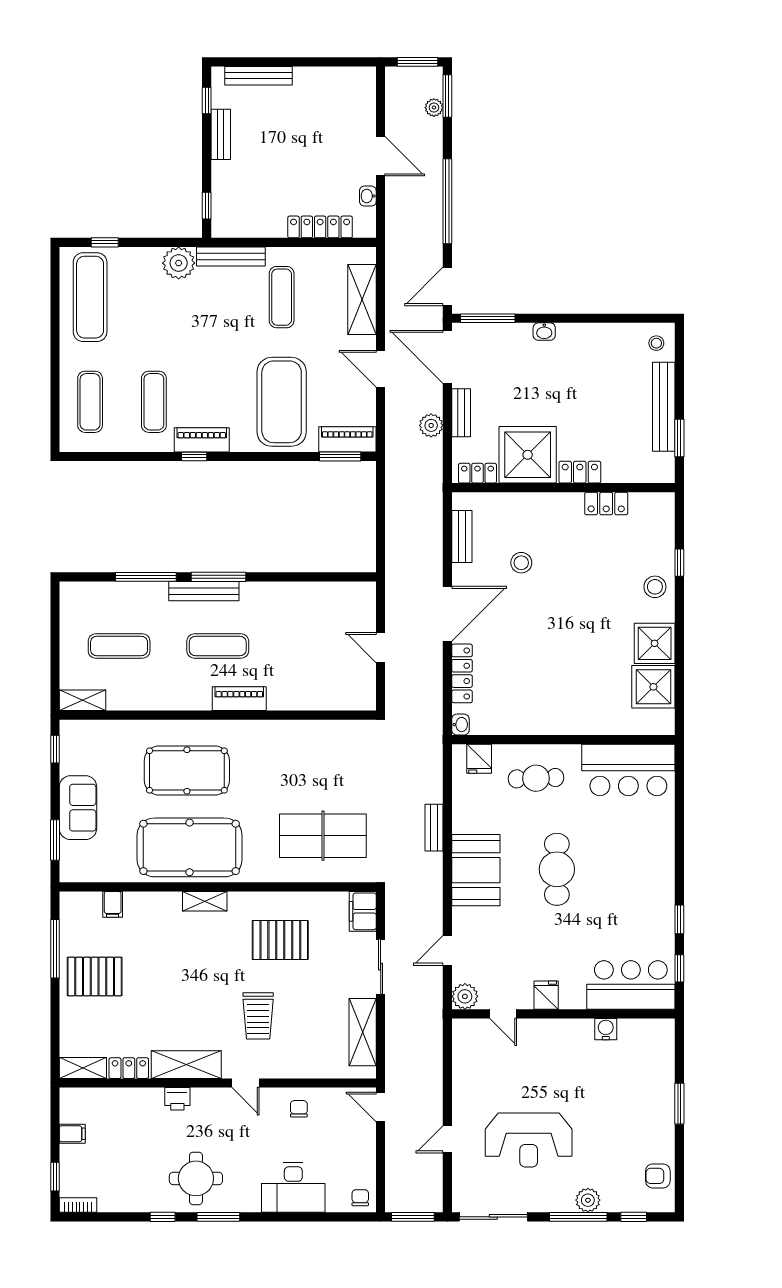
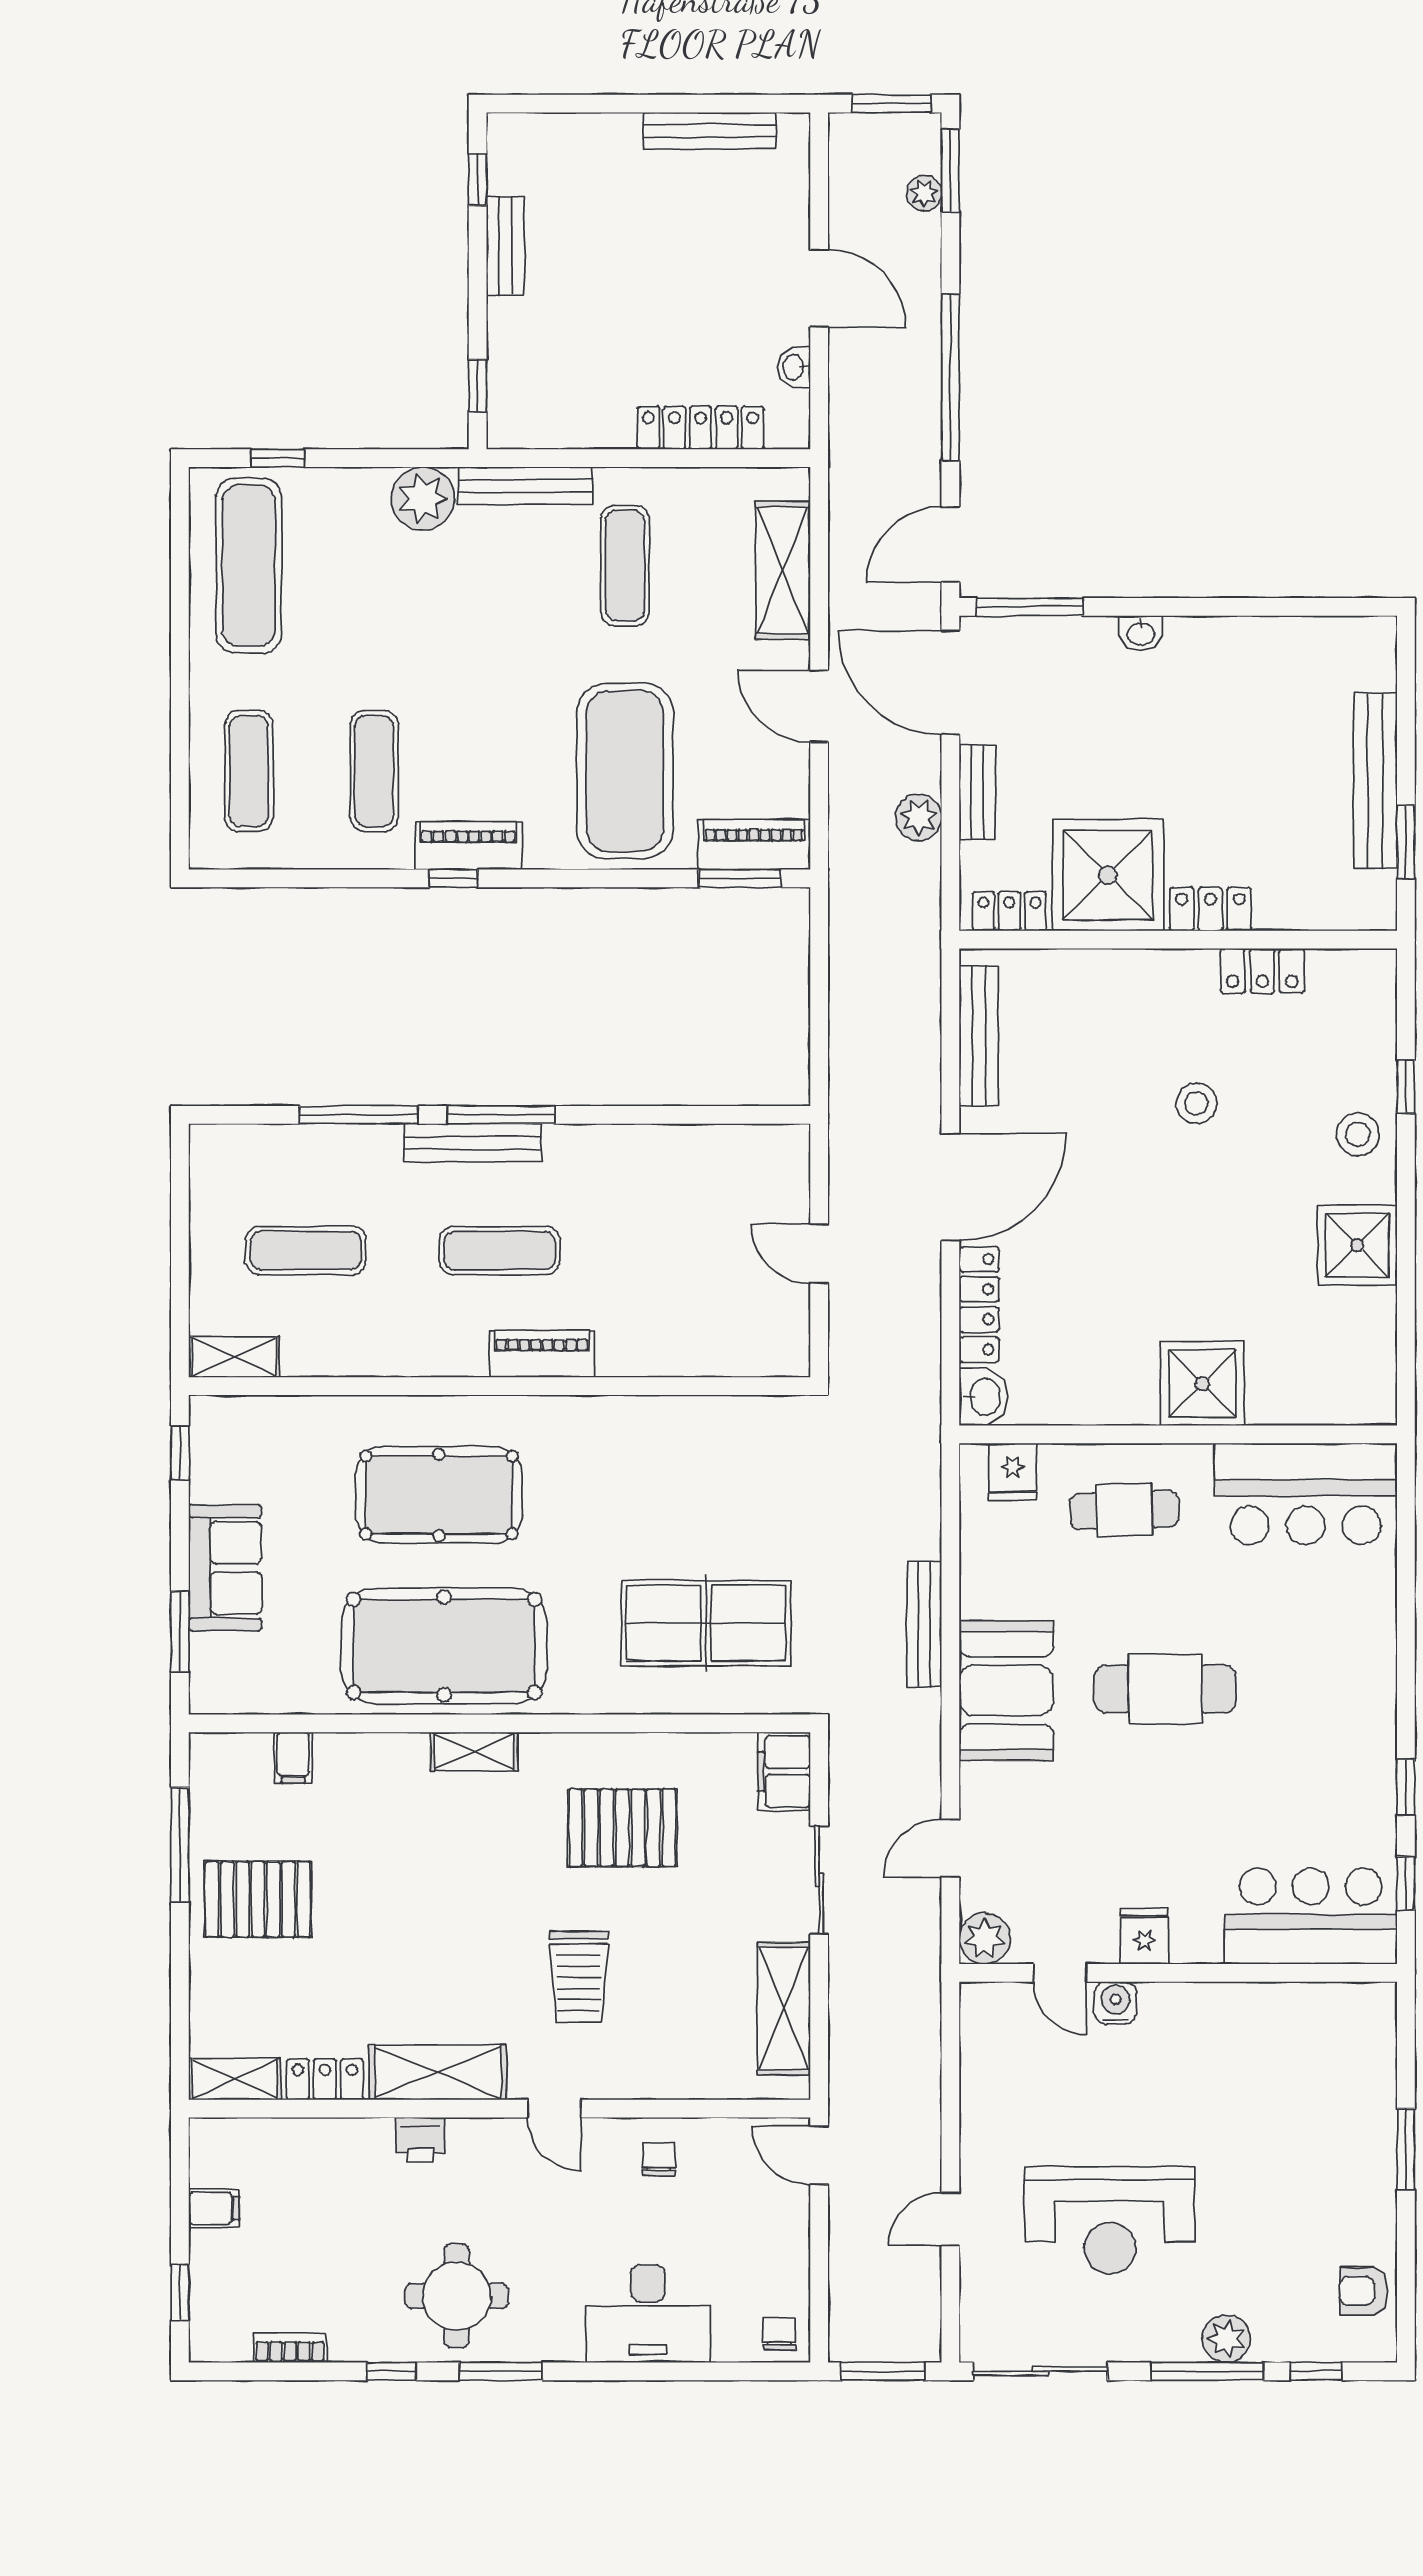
bench: (259, 76) -> (710, 131), moved
stool: (656, 343) -> (1361, 656), removed
bench: (462, 537) -> (979, 1036), width x1.36
stool: (521, 563) -> (1196, 1103), moved
shower: (653, 687) -> (1202, 1384), moved
washbasin: (460, 725) -> (984, 1397), width x1.38, depth x1.45
bench: (434, 828) -> (924, 1624), width x1.36
cafe table: (557, 869) -> (1165, 1689), turned 90
water cooler: (606, 1029) -> (1116, 2003), moved
bookcase: (78, 1205) -> (290, 2348), moved

